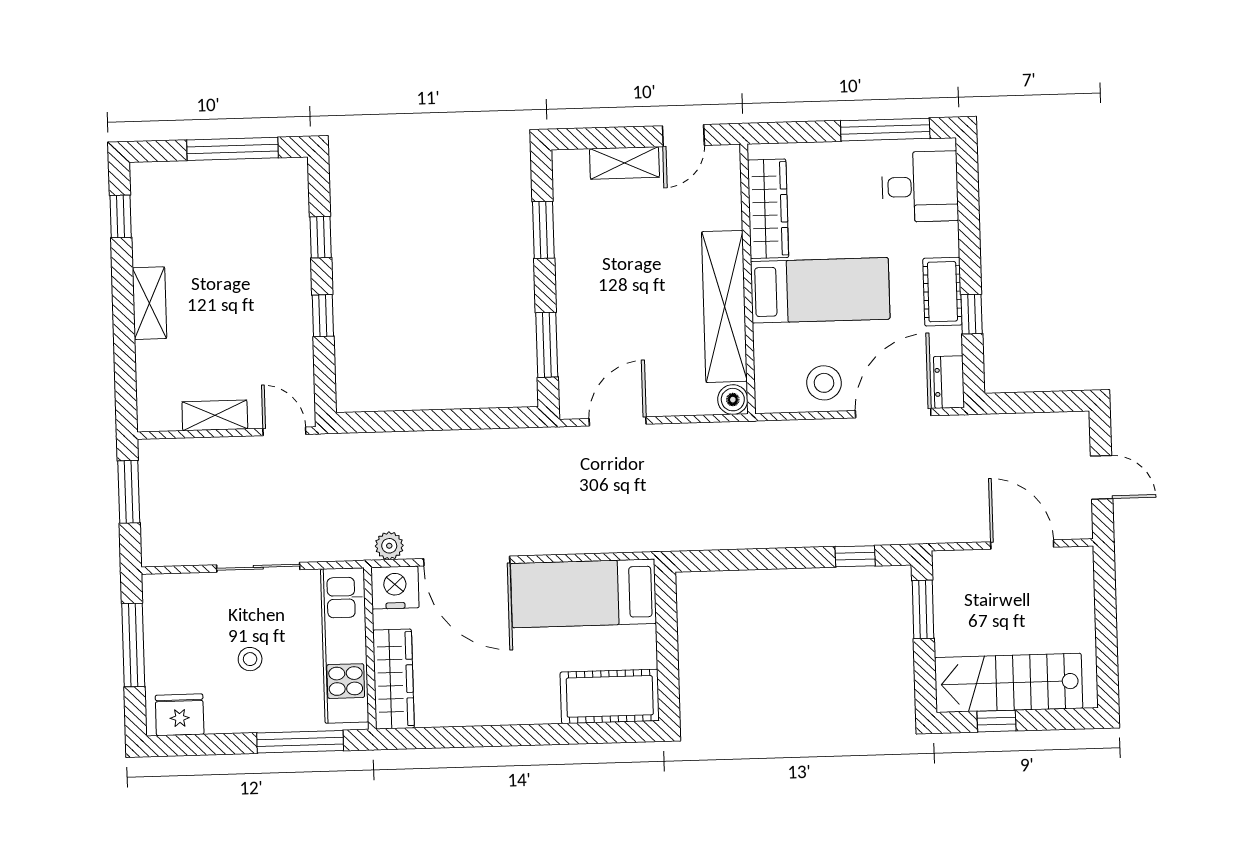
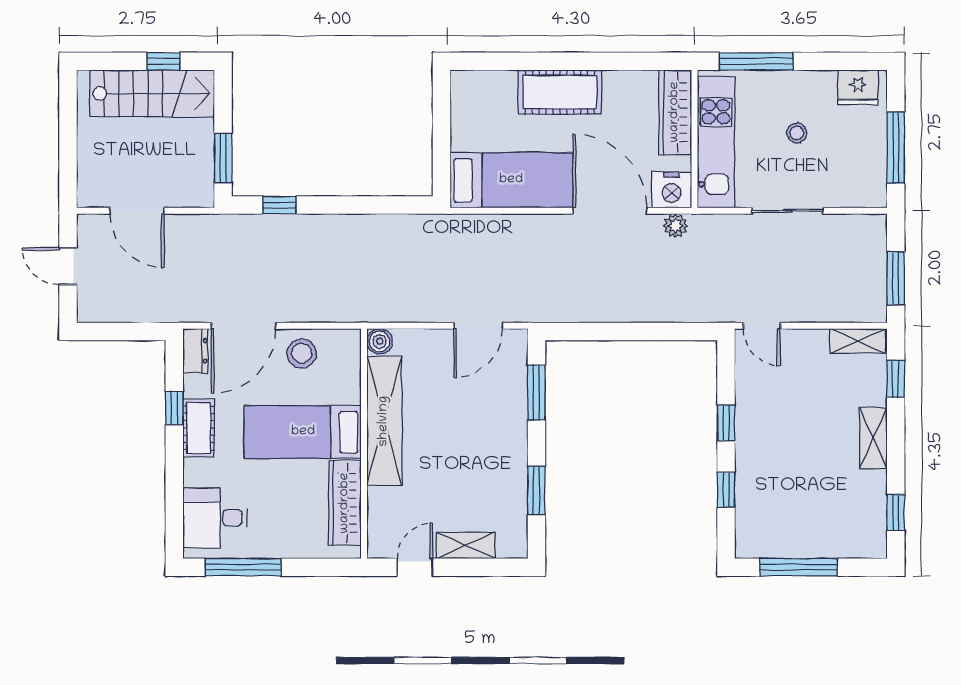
window: (125, 373) -> (896, 379), added
shelving: (215, 415) -> (858, 341), moved
cot: (610, 696) -> (560, 92), moved

